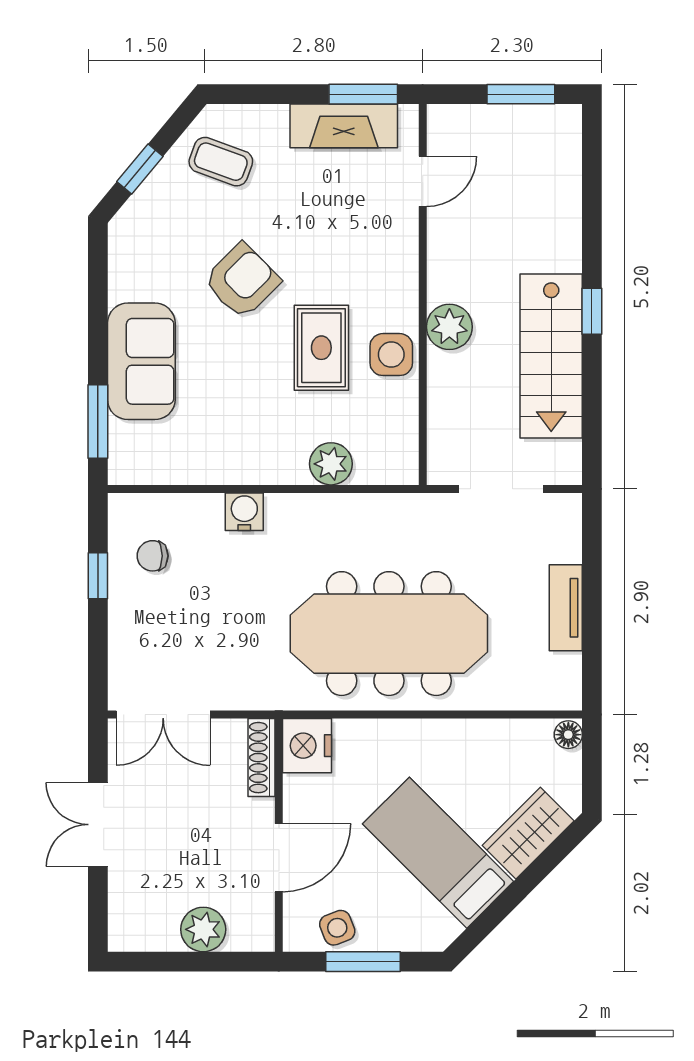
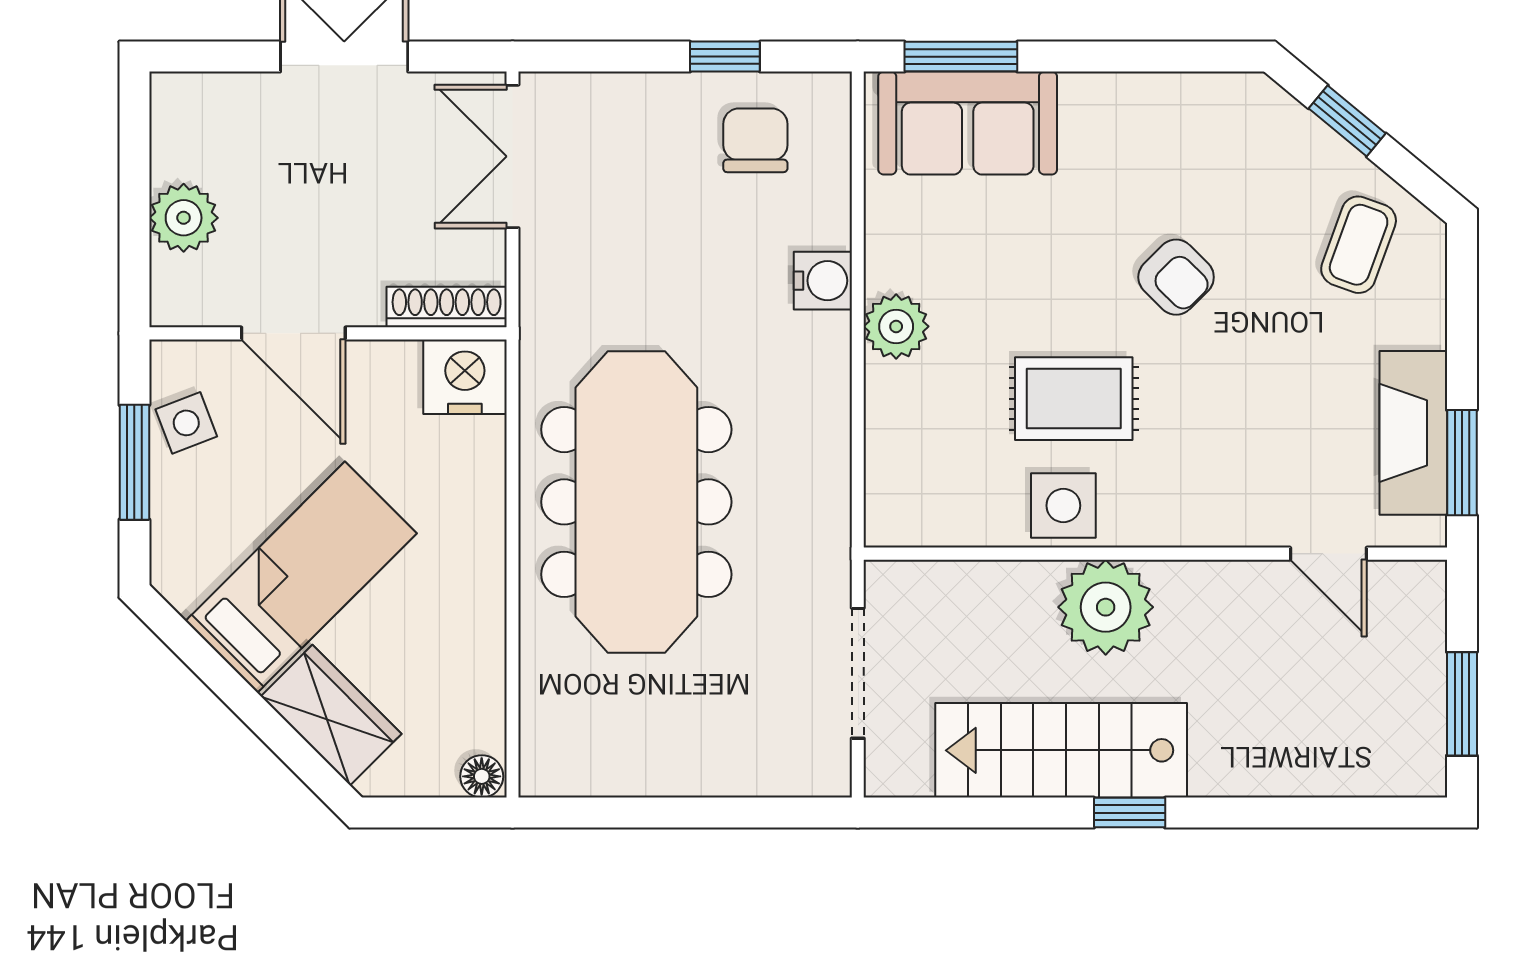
armchair: (242, 281) -> (1176, 277), width x0.72, depth x0.72
plant: (449, 327) -> (1106, 607), width x1.36, depth x1.36
sofa: (141, 361) -> (968, 123), moved
plant: (331, 464) -> (896, 326), moved
chair: (153, 556) -> (755, 140), width x1.37, depth x1.37
tv unit: (566, 608) -> (676, 772), removed

